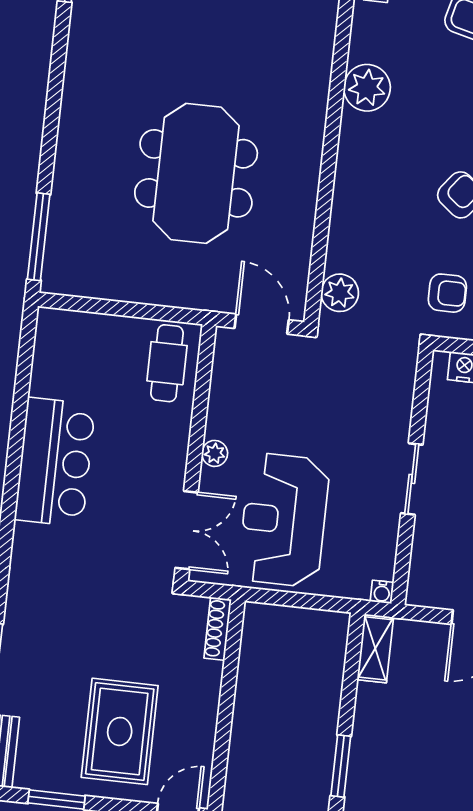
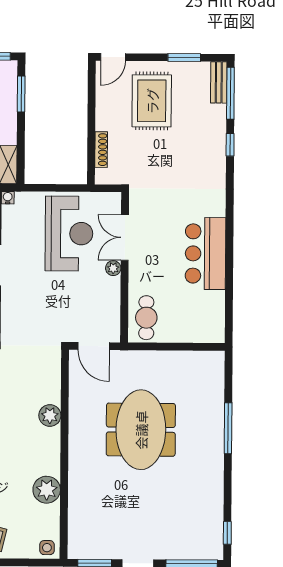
window: (39, 237) -> (228, 428), moved
plant: (340, 293) -> (50, 416), moved
double door: (187, 530) -> (125, 237), moved
shoe rack: (218, 629) -> (101, 150), moved

